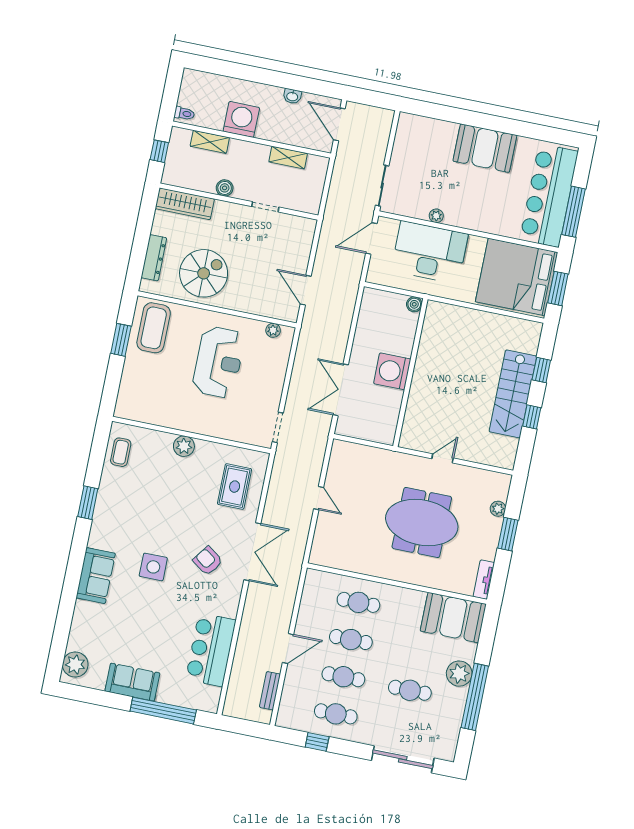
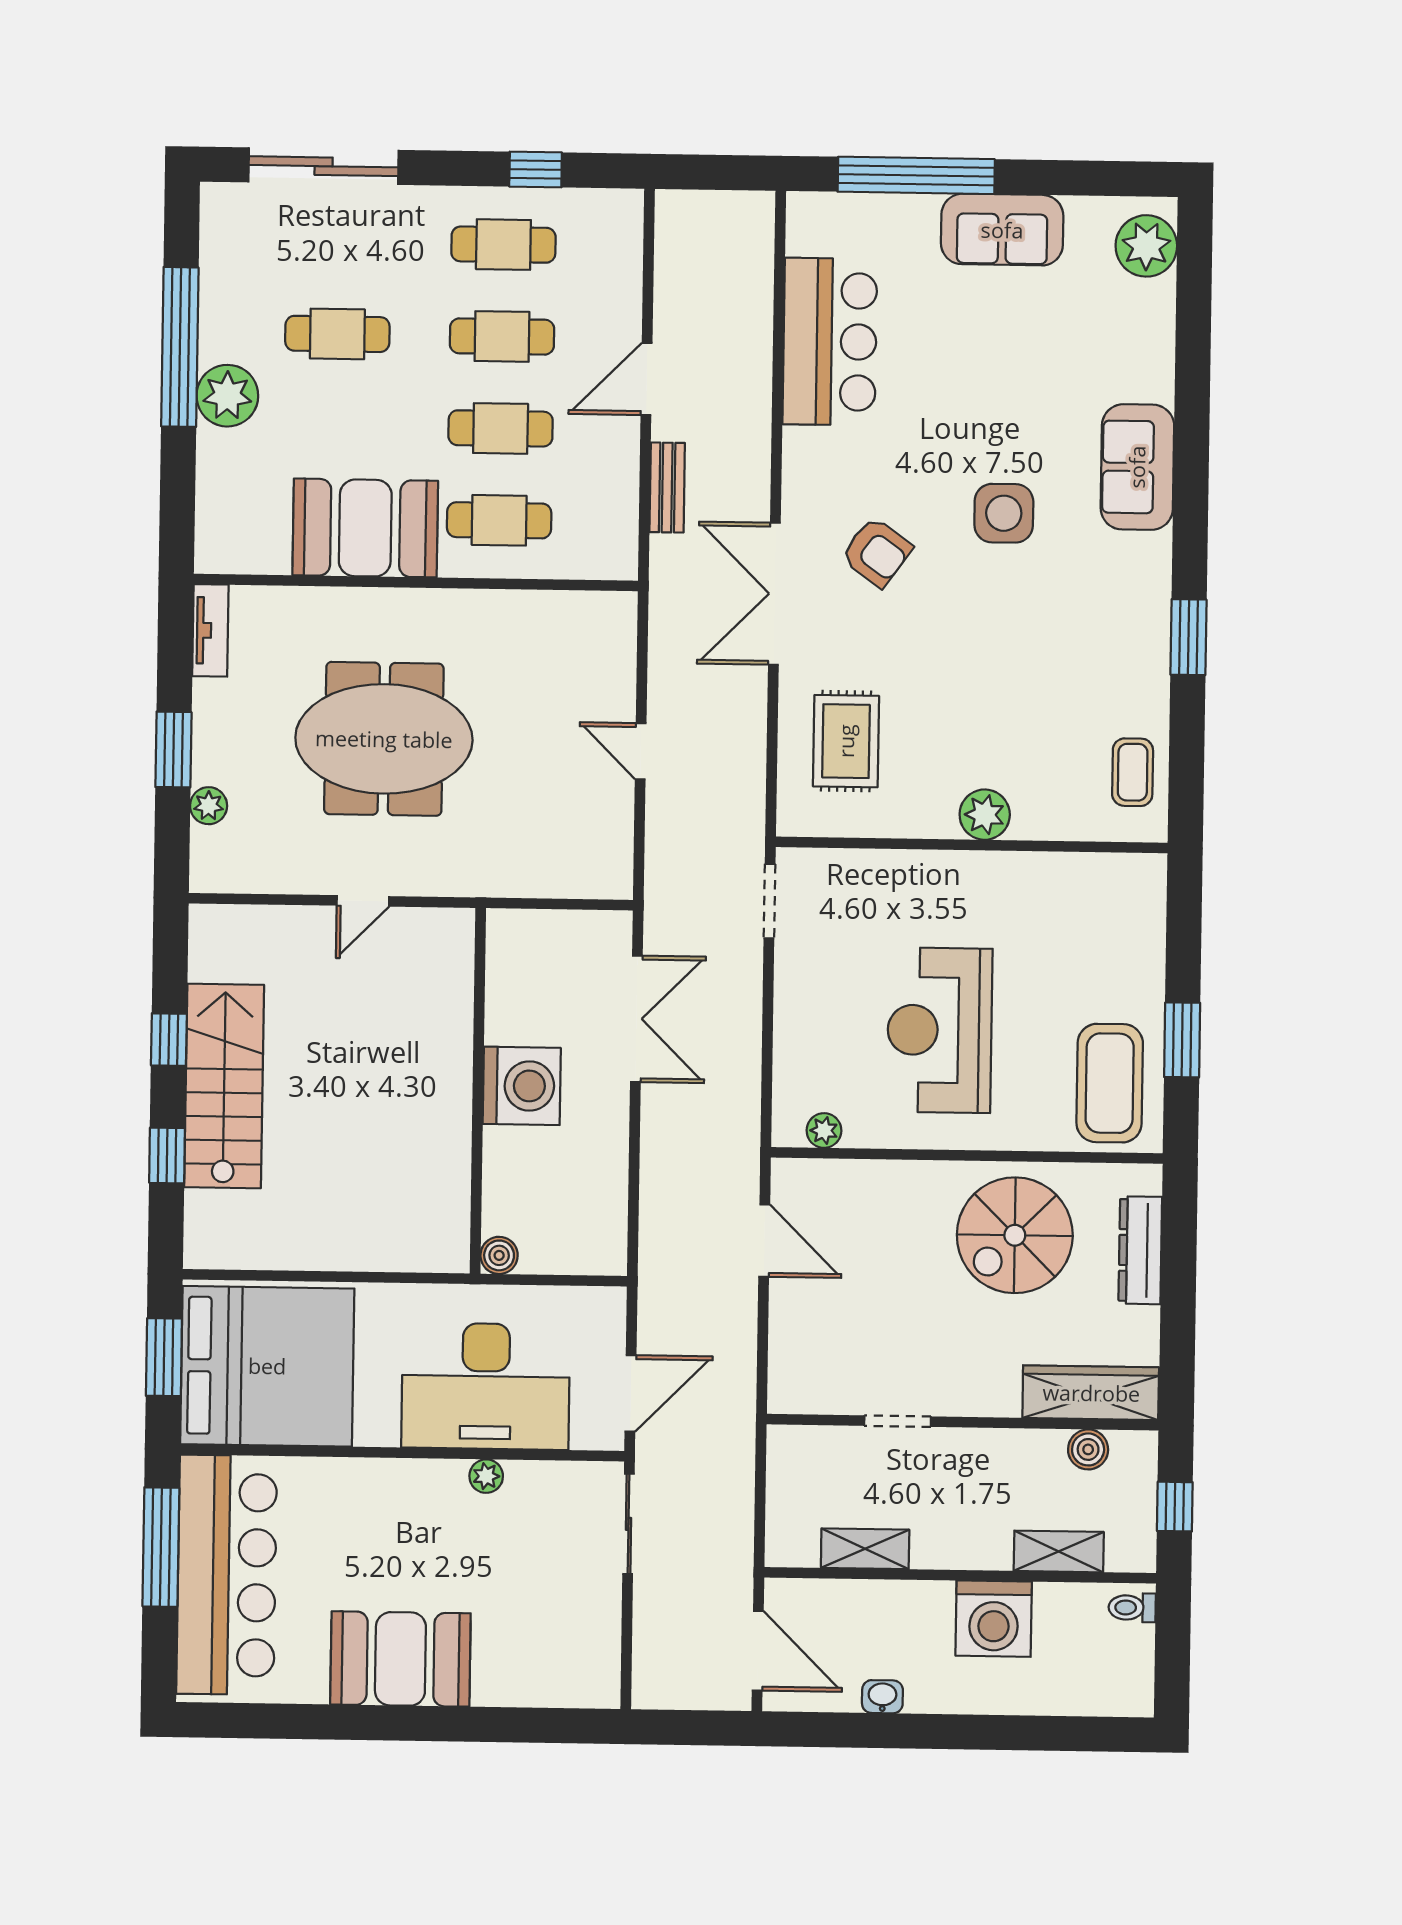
boiler: (225, 188) -> (1088, 1449), moved
booth: (453, 618) -> (365, 528), moved
bench: (270, 691) -> (667, 488), moved

